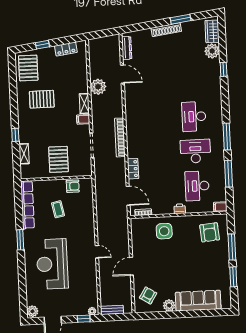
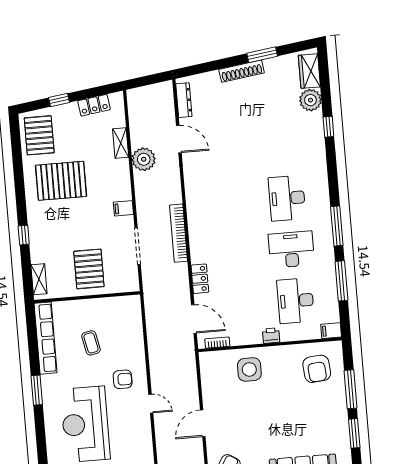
pallet: (42, 99) -> (61, 181), width x1.37, depth x1.41
shelving: (84, 104) -> (121, 143), moved
shelving: (24, 154) -> (39, 279), moved
armchair: (73, 186) -> (123, 379), moved

